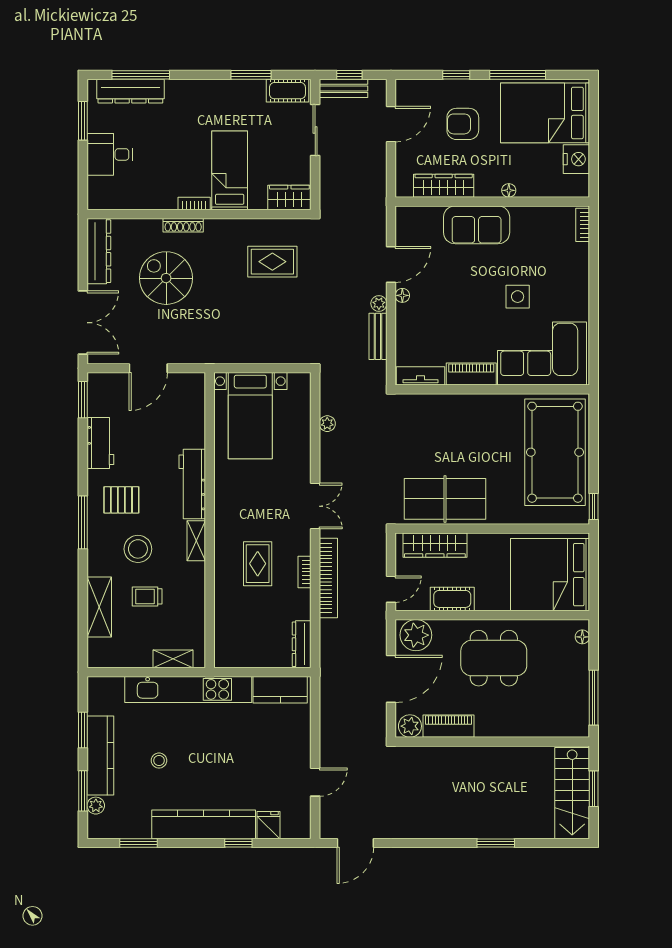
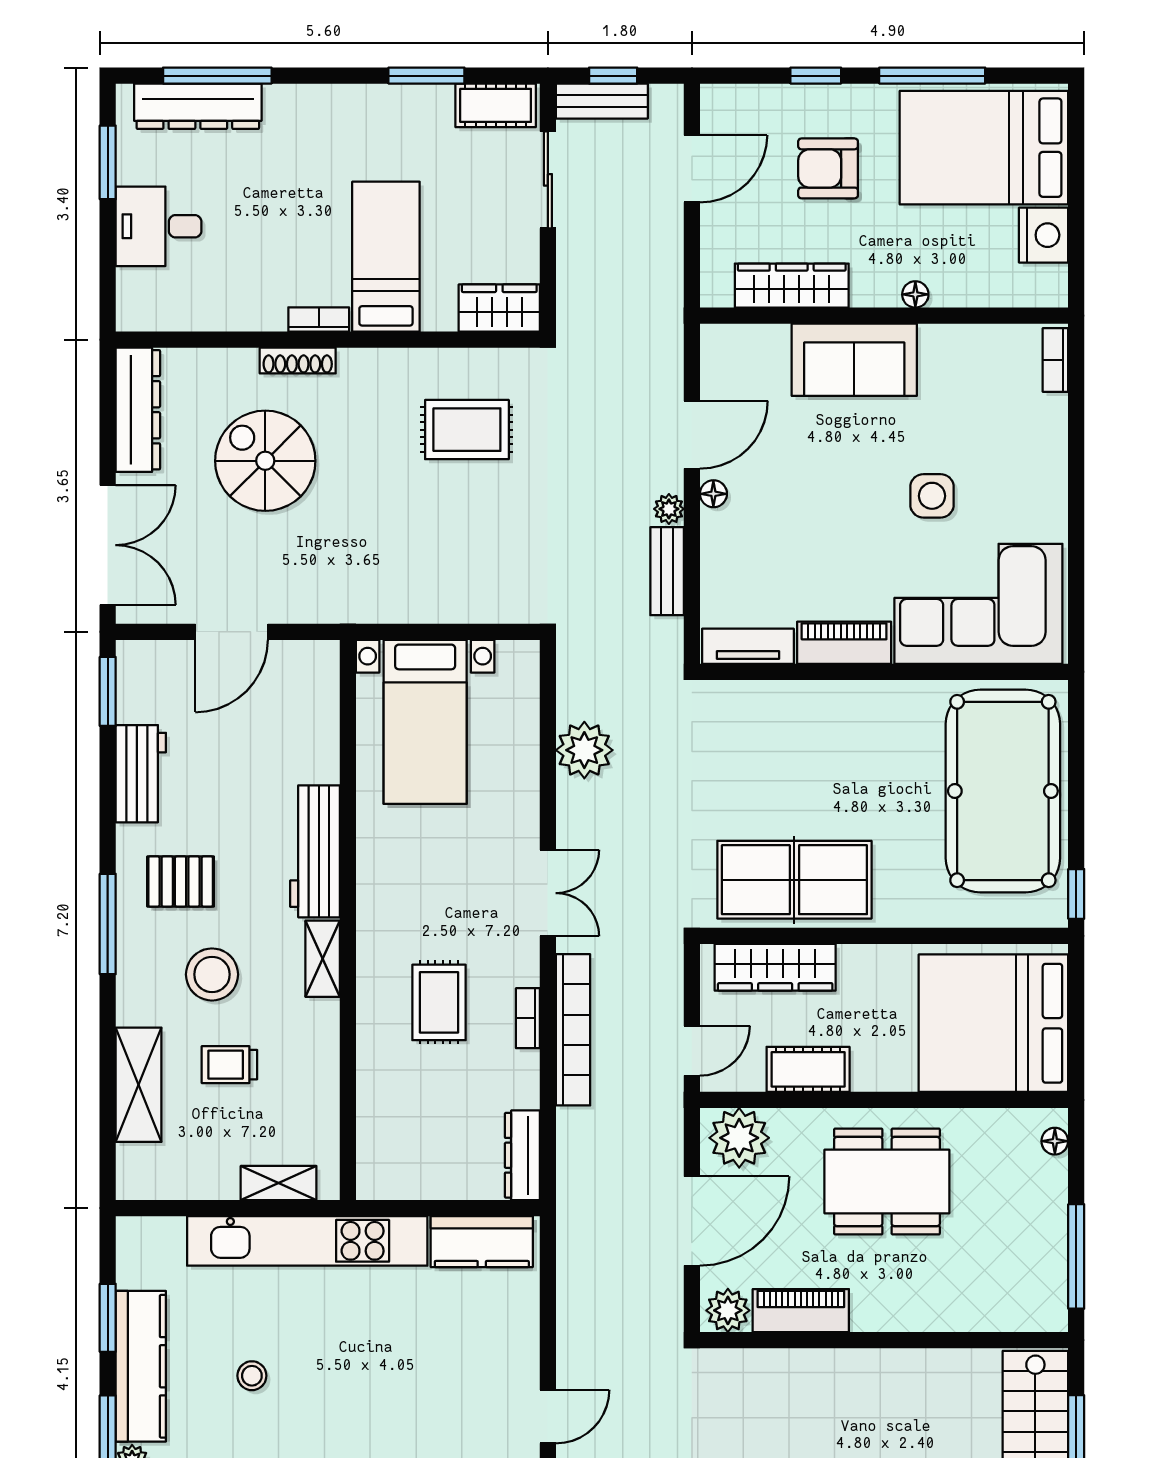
plant: (327, 424) -> (584, 750), width x1.88, depth x1.88

